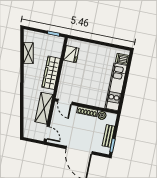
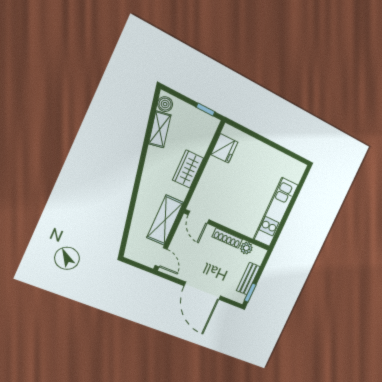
boiler: (28, 37) -> (165, 104), added
dishwasher: (122, 59) -> (294, 174), removed
wardrobe: (51, 73) -> (188, 169), width x0.67

